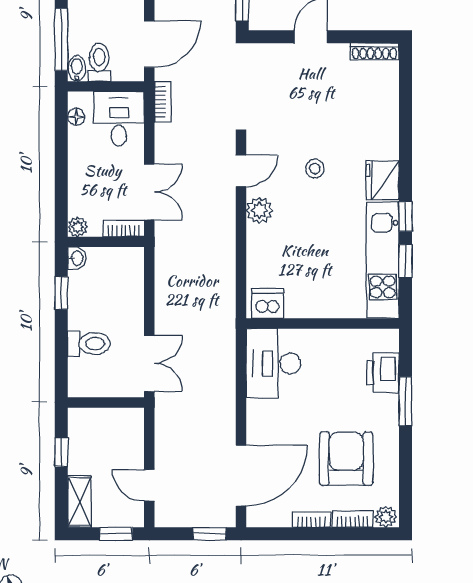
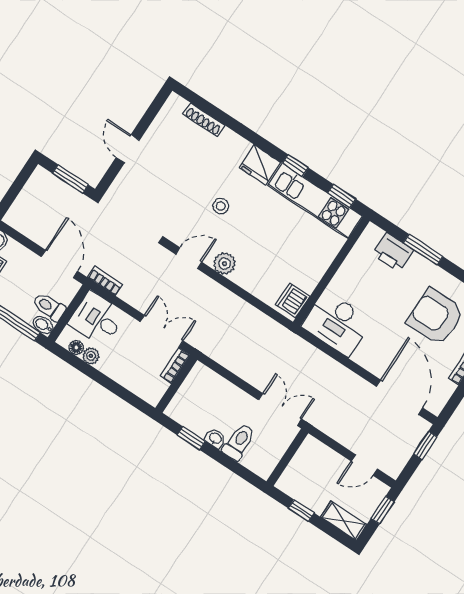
shoe rack: (374, 51) -> (204, 120), moved, turned 90
door: (241, 171) -> (189, 258), hinge flipped
plant: (78, 227) -> (91, 356), moved
washbasin: (77, 258) -> (215, 439), moved
window: (405, 261) -> (342, 196), moved

